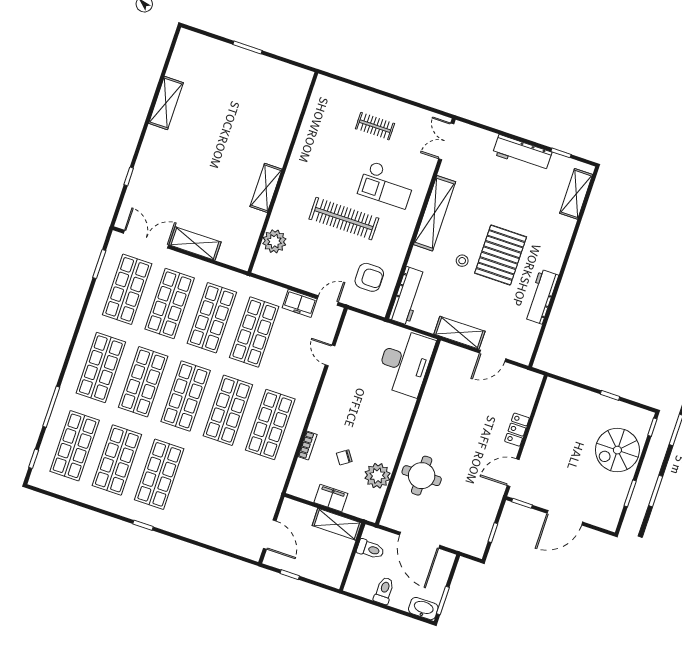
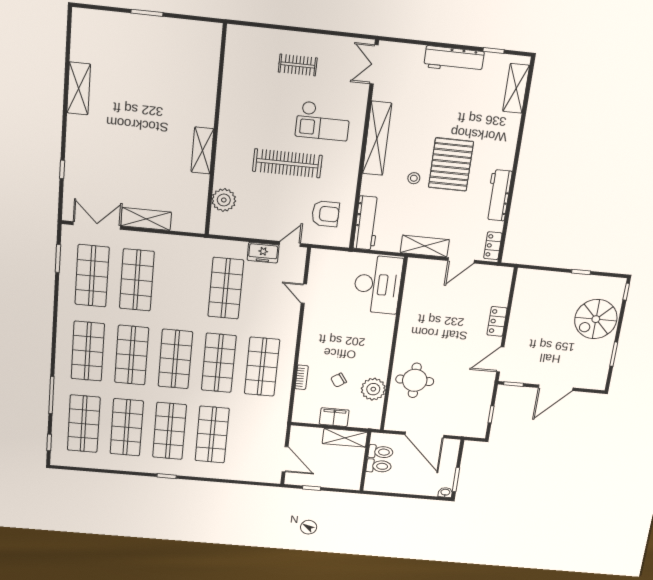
shop shelf: (212, 318) -> (212, 435), moved
locker: (527, 348) -> (493, 246), added
toilet: (384, 591) -> (379, 466), moved, turned 90
washbasin: (423, 609) -> (445, 492), width x0.52, depth x0.69

